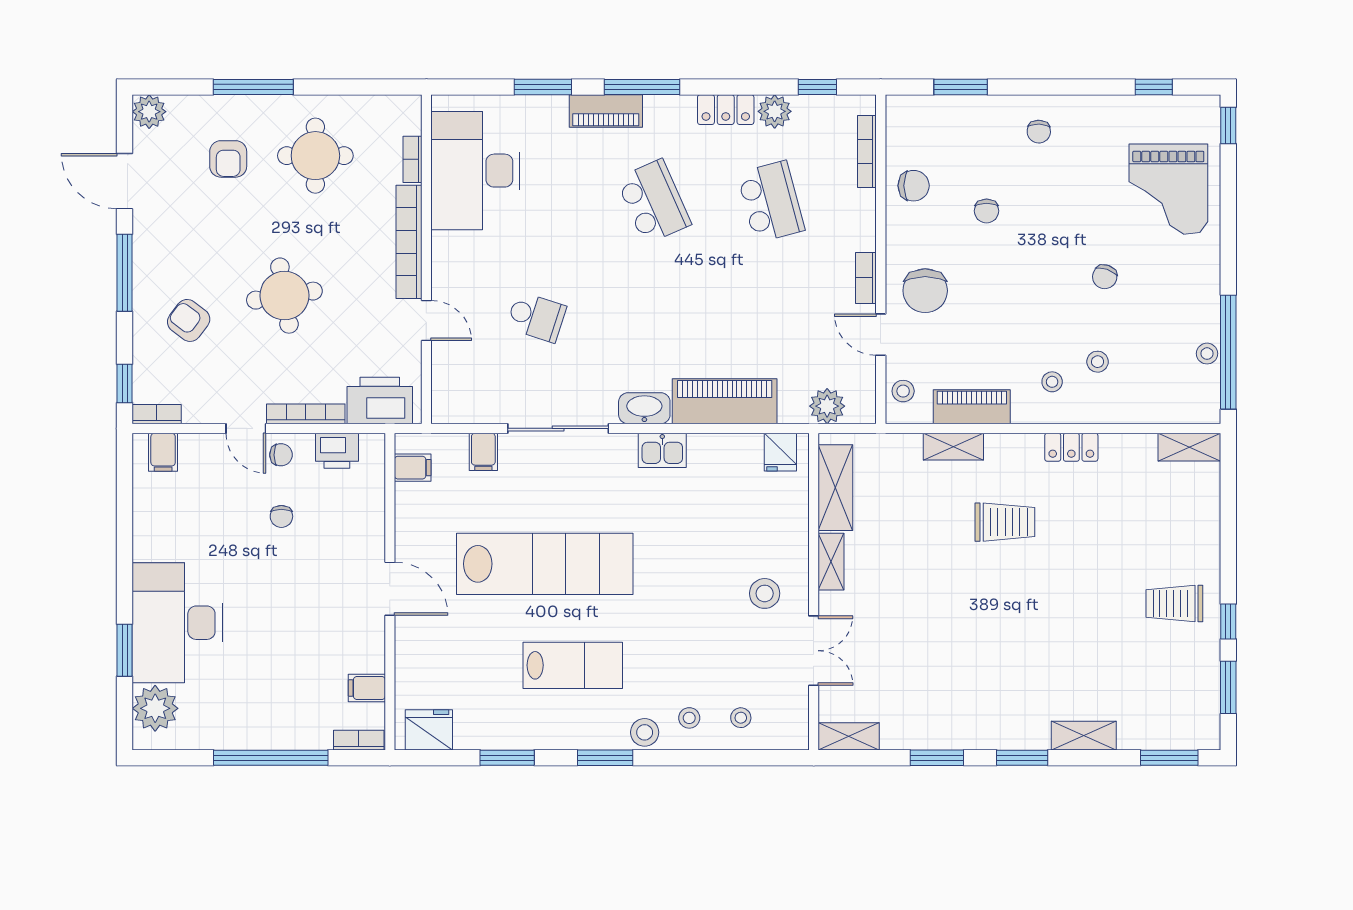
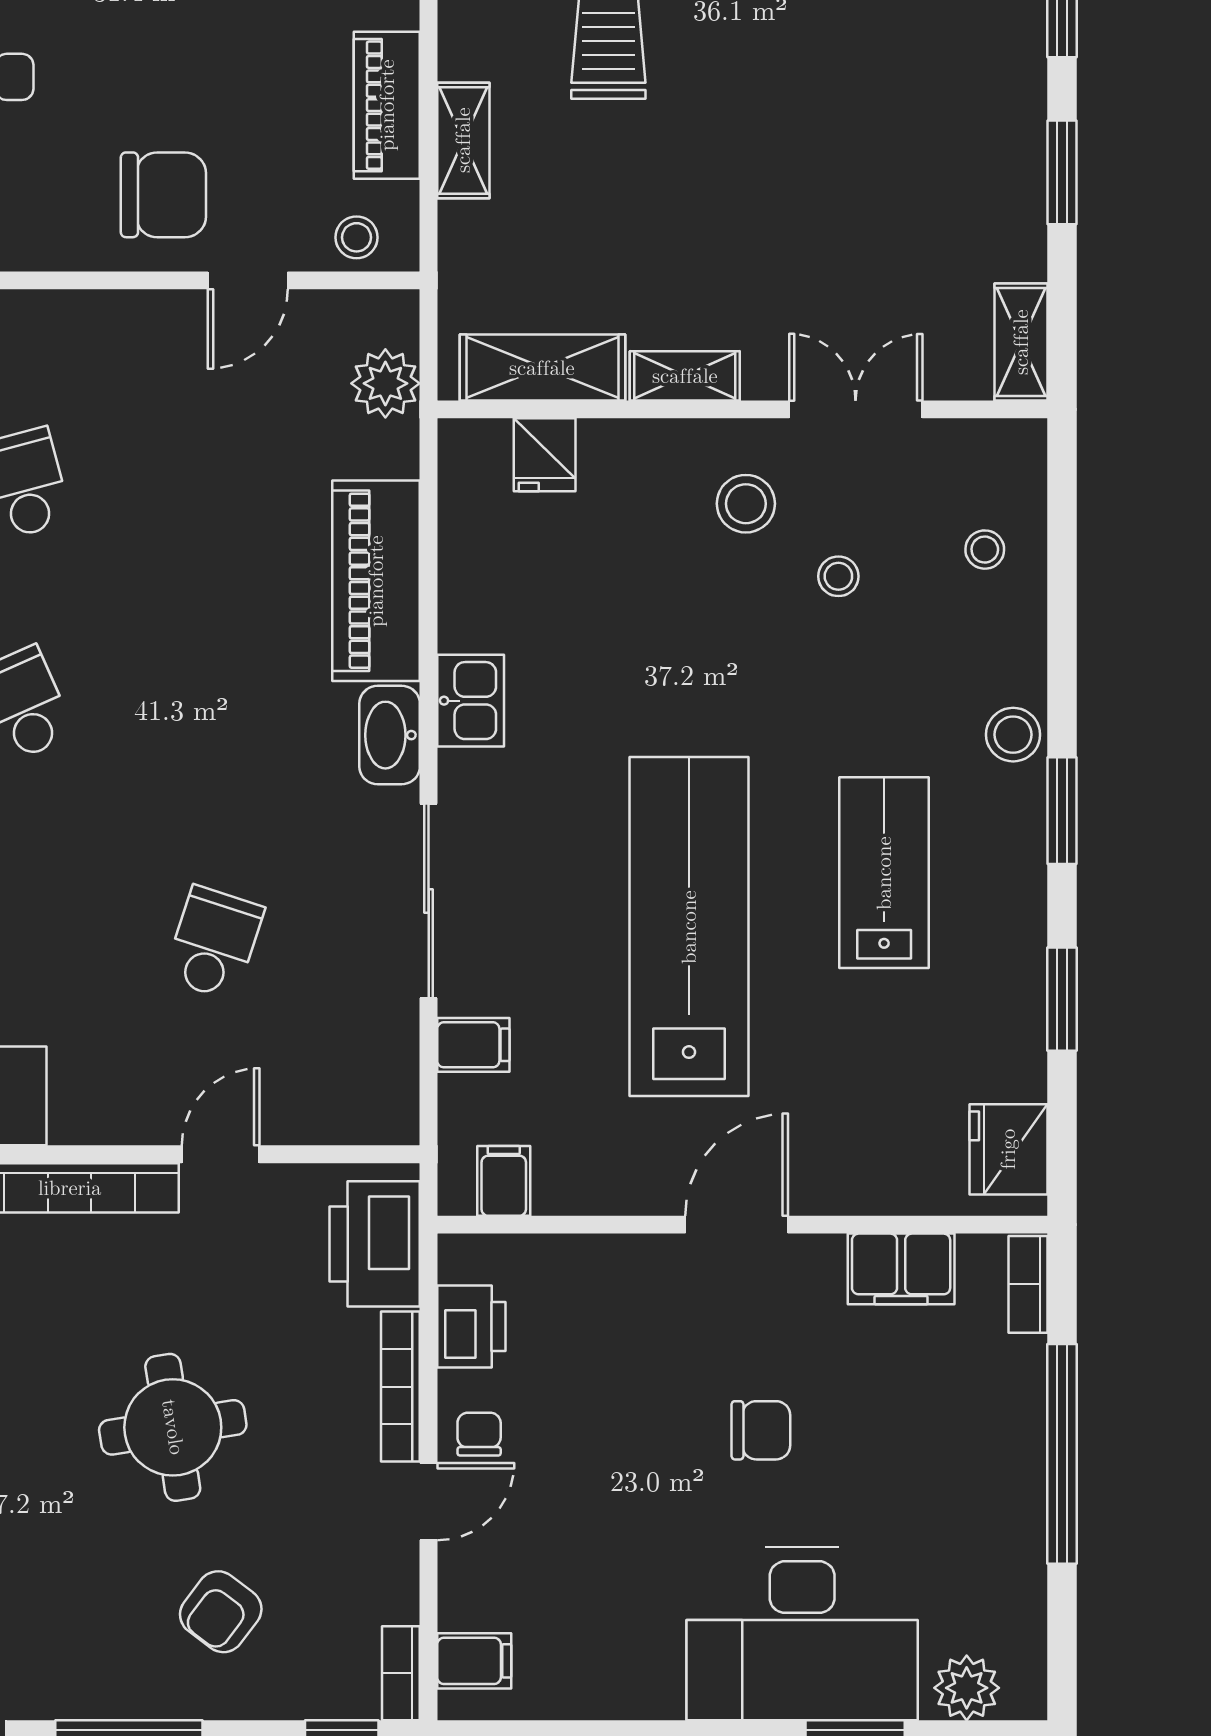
bookcase: (866, 278) -> (139, 309), removed
fridge: (780, 452) -> (545, 455), moved, turned 90
chair: (281, 516) -> (761, 1430), moved, width x1.37, depth x1.37
filing cabinet: (367, 688) -> (901, 1269), width x2.00
plant: (155, 708) -> (967, 1688), width x0.73, depth x0.73
stool: (689, 718) -> (838, 576), moved

